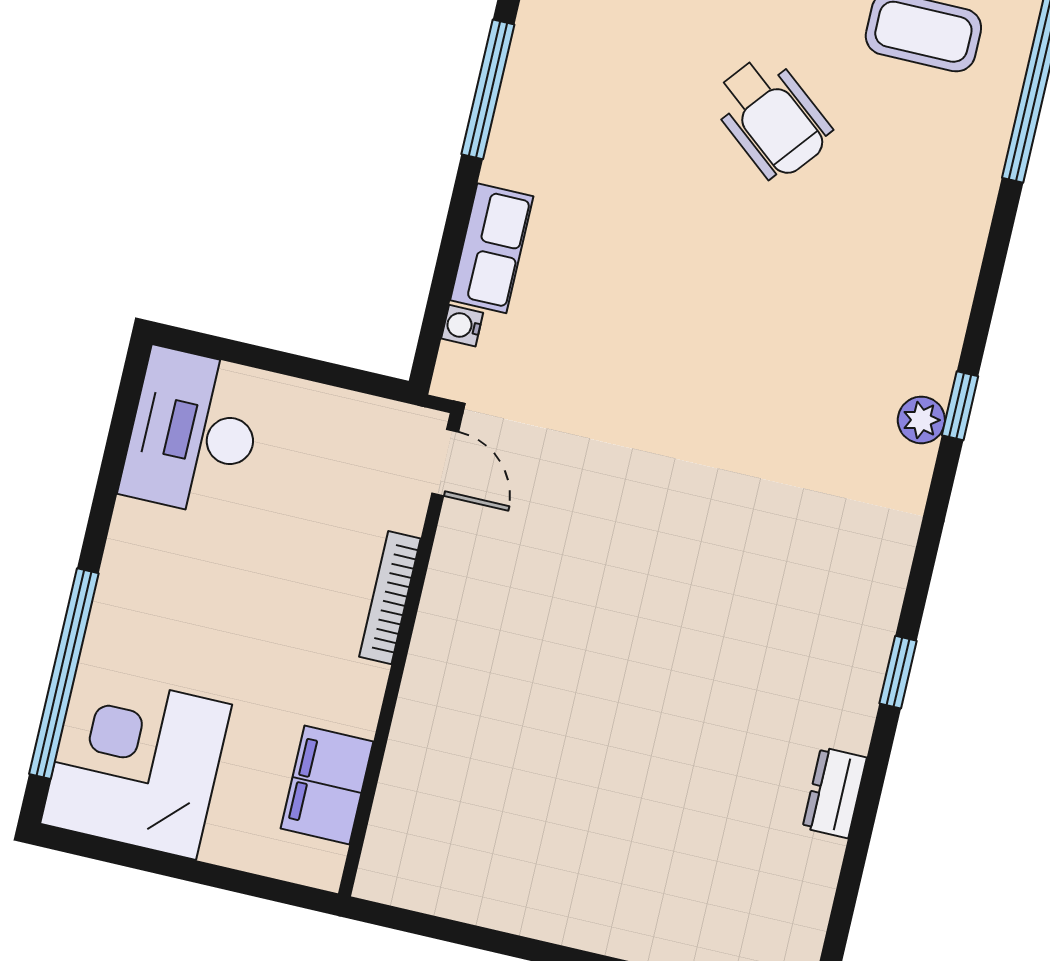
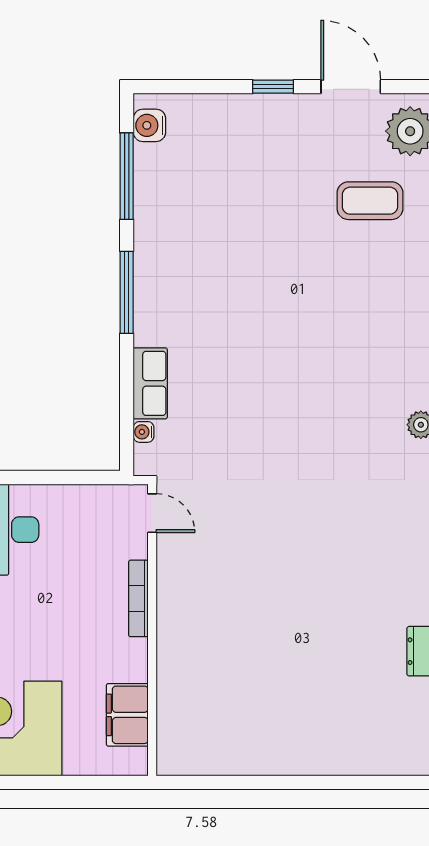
wheelchair: (772, 117) -> (294, 270), removed

